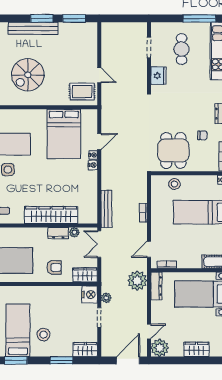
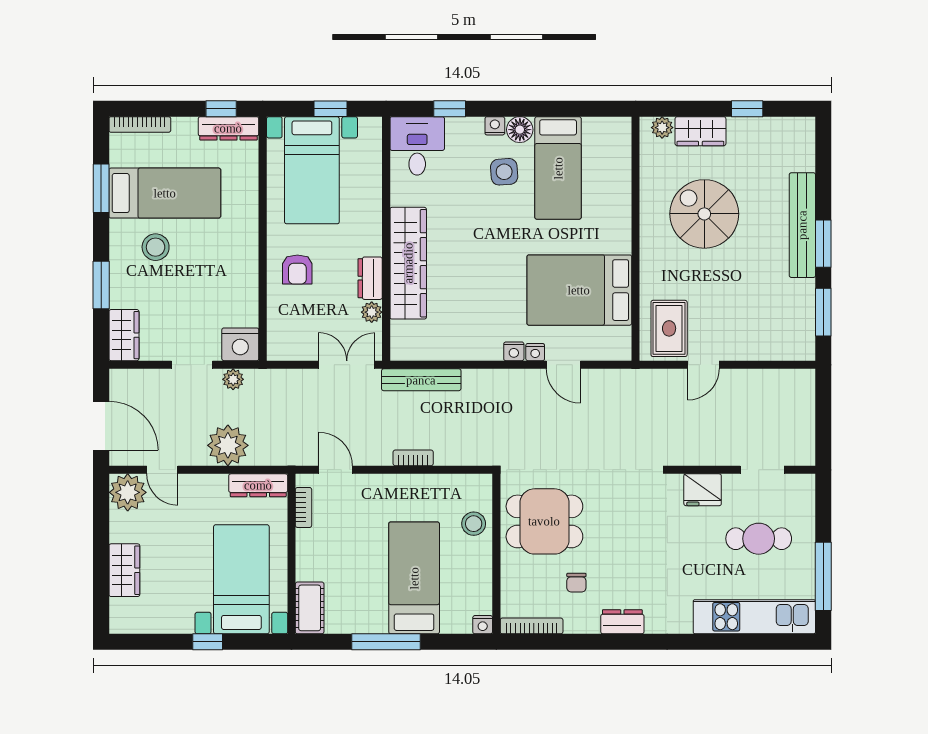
wardrobe: (85, 275) -> (282, 335), removed
plant: (137, 281) -> (228, 445), moved

